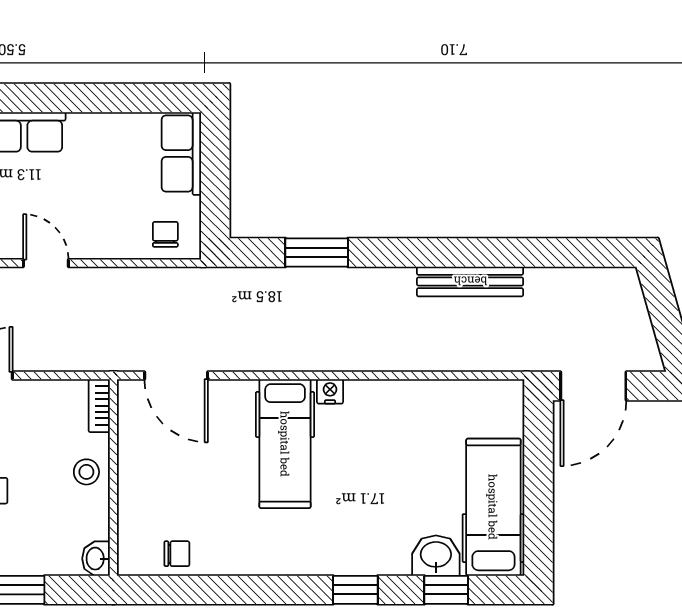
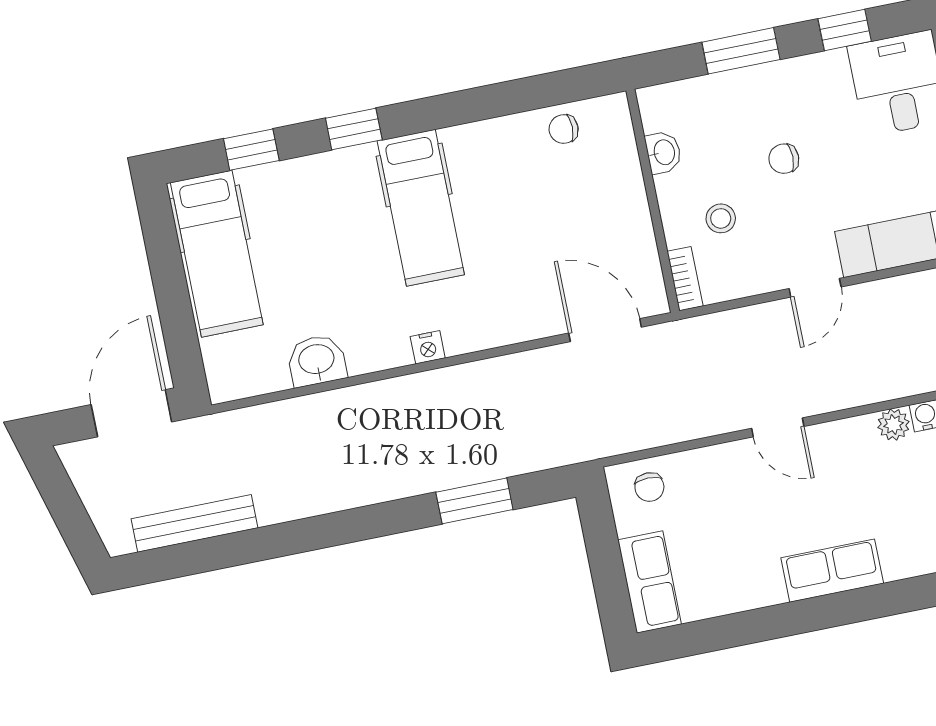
bench: (470, 281) -> (195, 523), moved
hospital bed: (285, 444) -> (421, 208), moved, turned 180
stool: (86, 472) -> (721, 218), moved
washbasin: (436, 556) -> (317, 360), moved, turned 180
washbasin: (96, 559) -> (663, 152), moved

